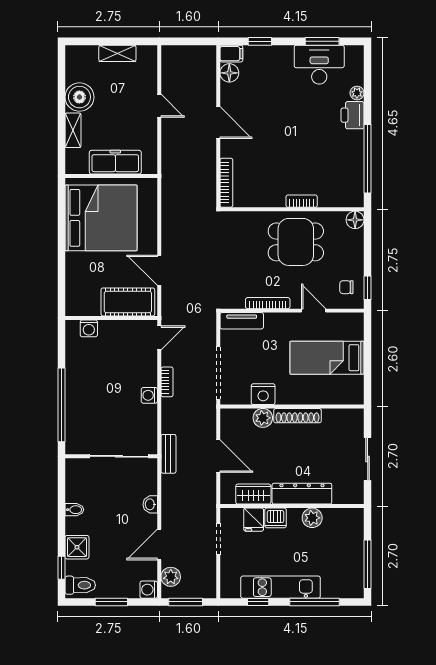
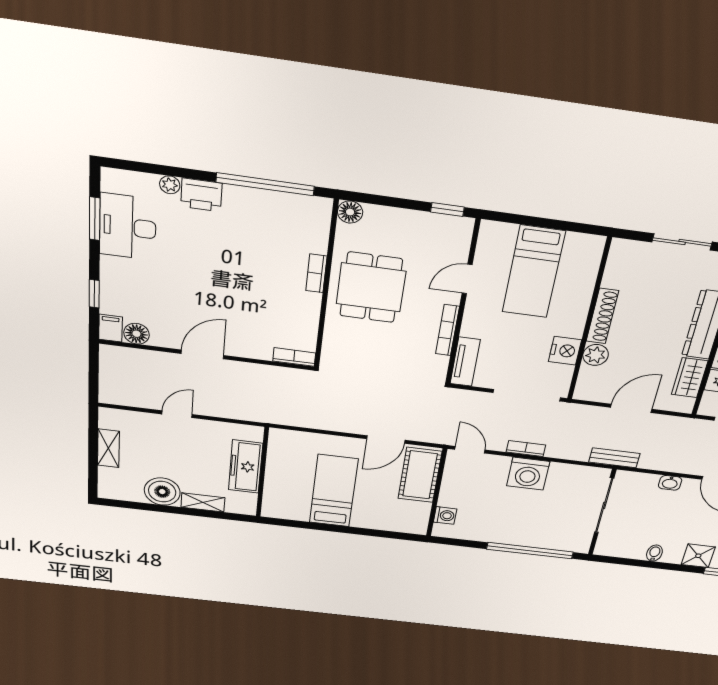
bookcase: (226, 183) -> (294, 357), width x0.64
bed: (101, 218) -> (334, 491), width x0.49
chair: (346, 287) -> (442, 235), removed
washing machine: (149, 395) -> (528, 474), width x1.89, depth x1.89

